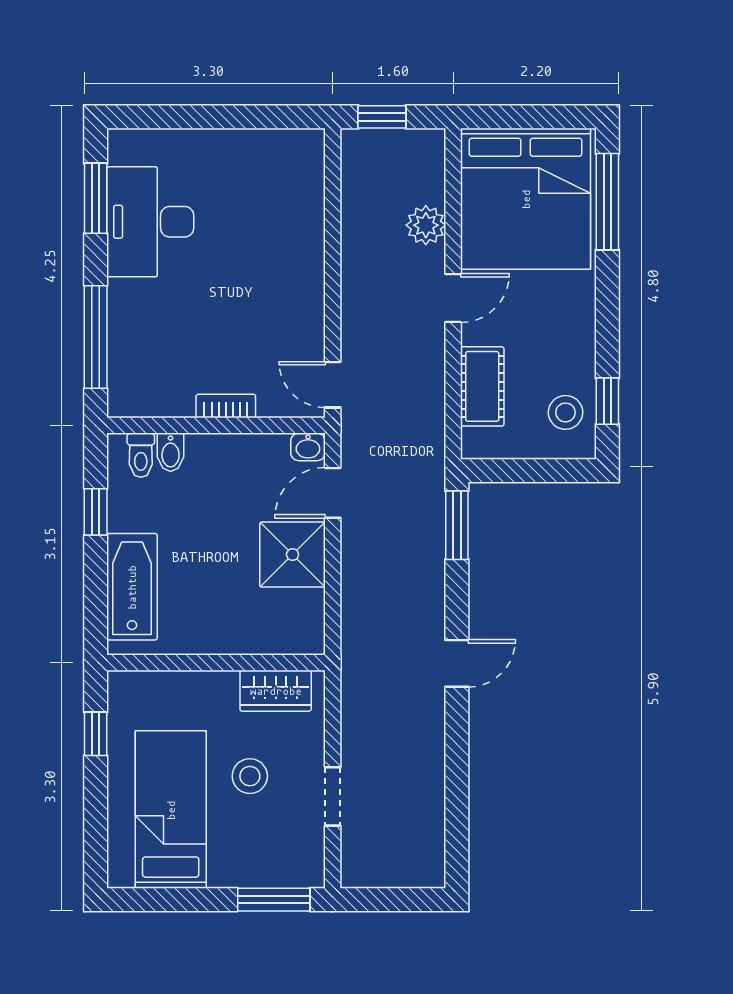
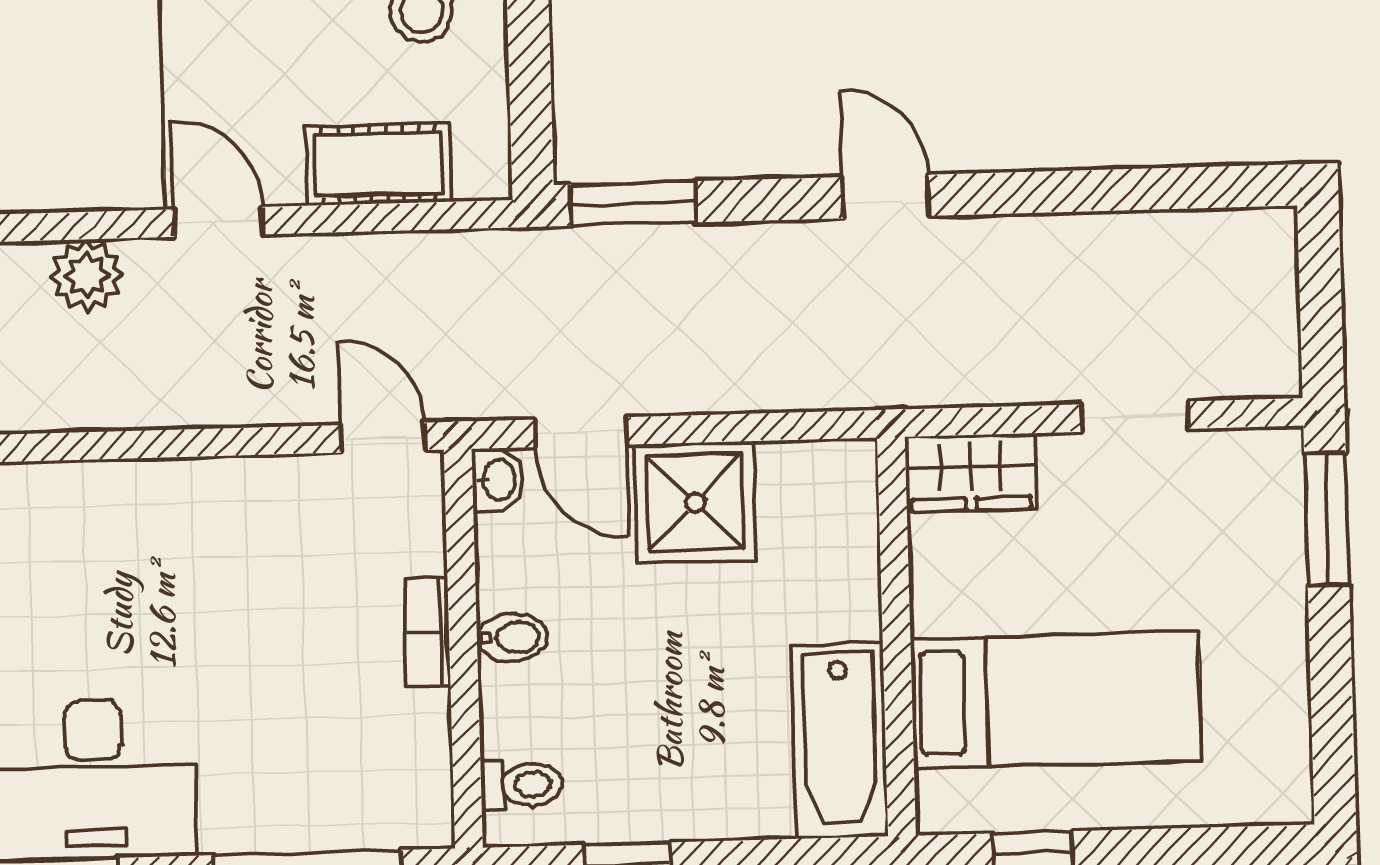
door: (333, 385) -> (383, 438), swing flipped
bidet: (171, 452) -> (512, 637), moved
bathtub: (132, 587) -> (840, 740), moved, turned -90
wardrobe: (276, 691) -> (971, 473), moved, turned 90
stool: (250, 776) -> (1102, 569), removed
bed: (171, 810) -> (1056, 700), moved, turned 180

